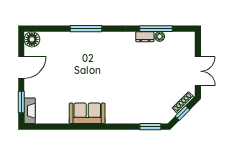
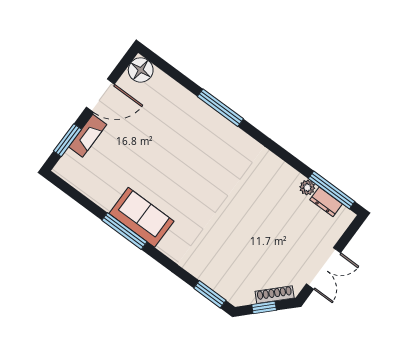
window: (156, 29) -> (332, 190), moved
dresser: (145, 37) -> (326, 202), moved
fireplace: (30, 111) -> (88, 136), moved
window: (84, 127) -> (124, 231), added

